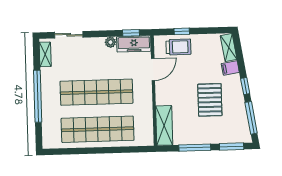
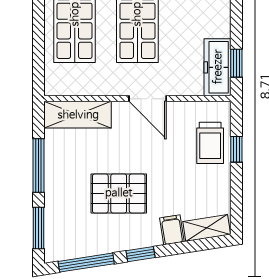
plant: (110, 42) -> (222, 28), removed
door: (153, 70) -> (148, 99), moved

